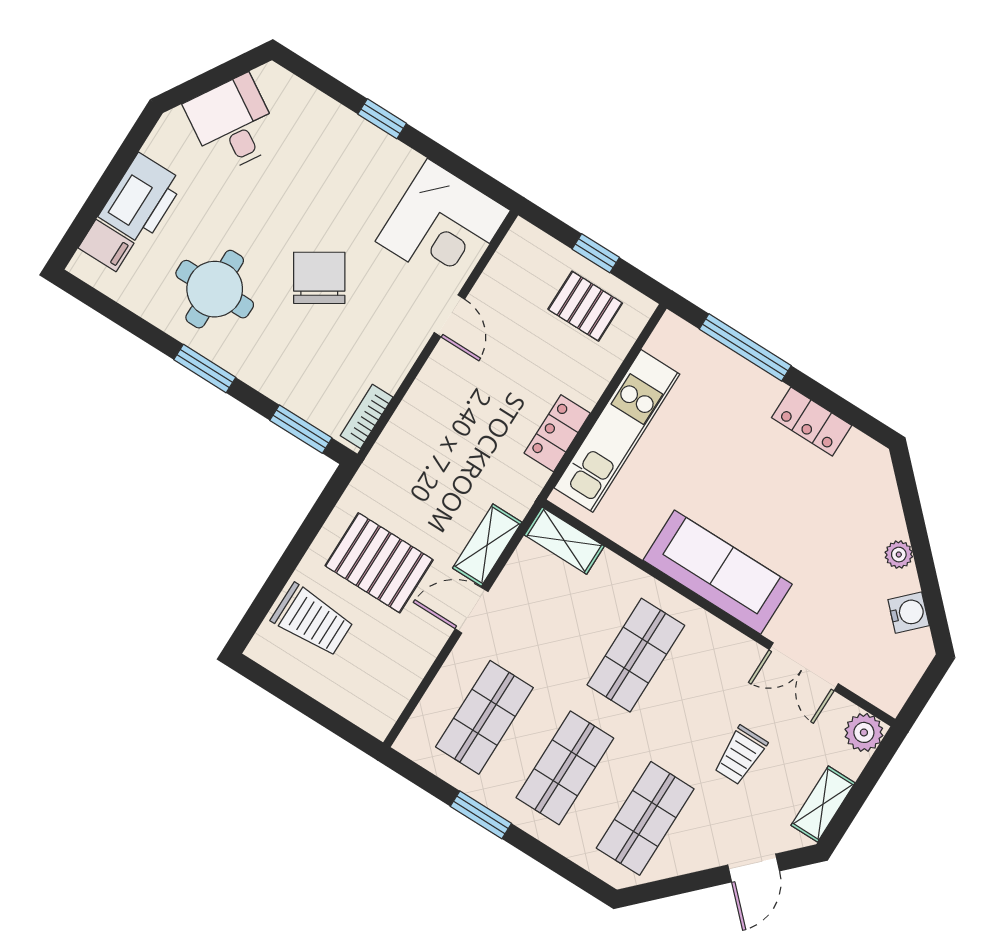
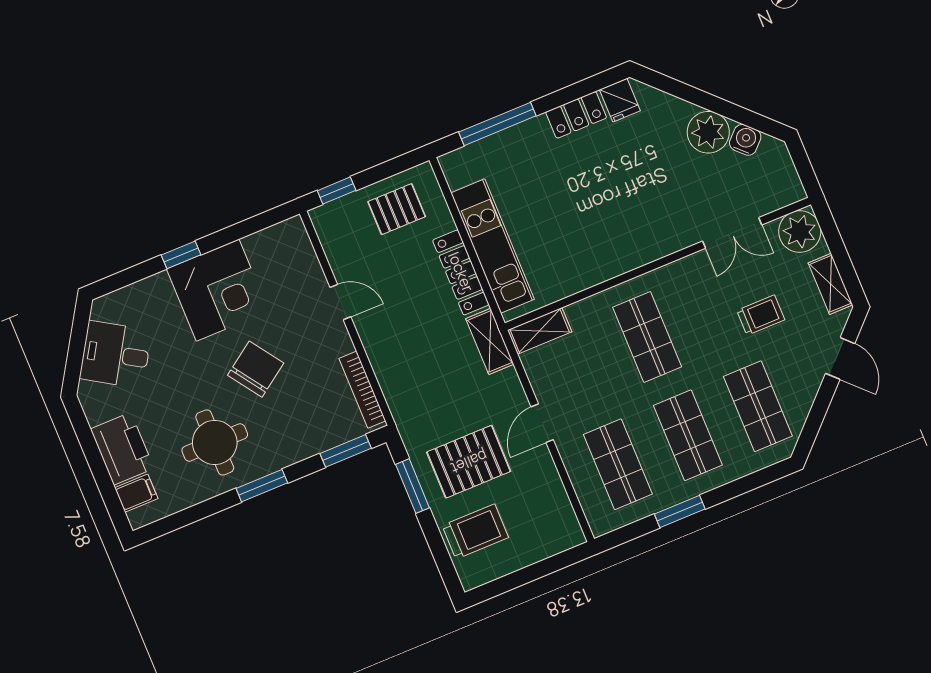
corner desk: (443, 226) -> (218, 290), moved
window: (596, 253) -> (337, 191), moved
chair: (319, 278) -> (256, 369), turned 87
bookcase: (367, 416) -> (362, 390), width x1.56
locker: (557, 433) -> (461, 272), width x1.53
fridge: (858, 456) -> (620, 100), added
window: (313, 523) -> (412, 486), added
shelving: (487, 545) -> (490, 341), moved
plant: (899, 555) -> (708, 132), width x1.88, depth x1.88
sofa: (718, 572) -> (631, 246), removed
plant: (864, 732) -> (800, 231), width x1.36, depth x1.36
trolley: (740, 755) -> (761, 315), turned -90

